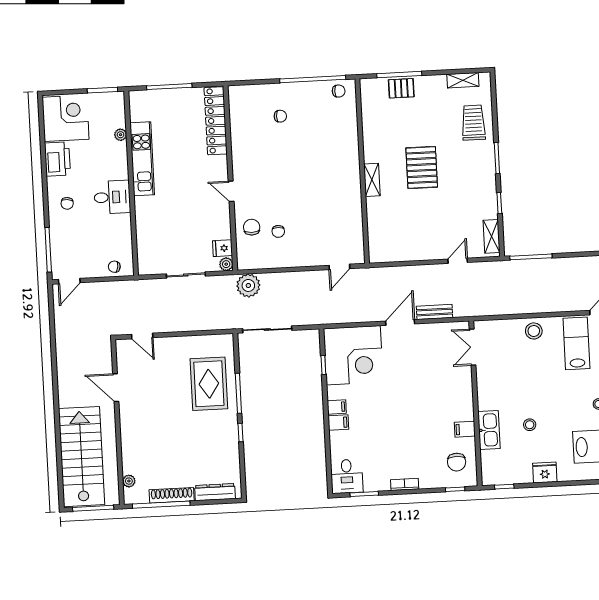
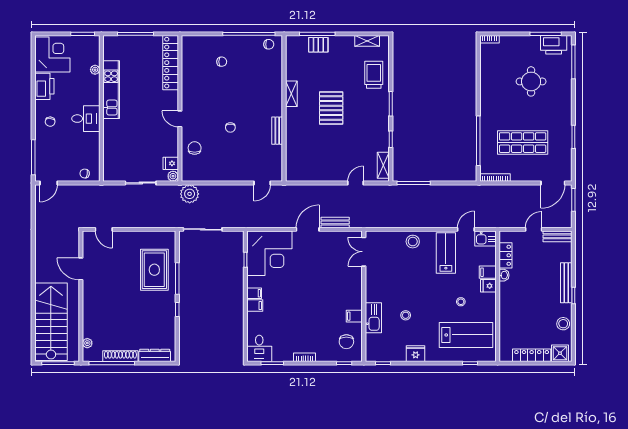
shelving: (372, 180) -> (291, 94), moved
bench: (355, 200) -> (277, 131), added
chair: (278, 231) -> (230, 127), moved

